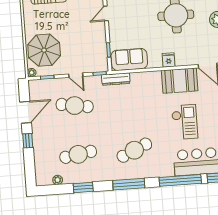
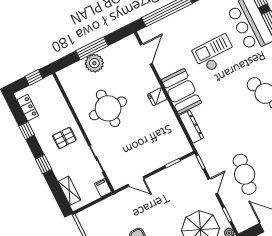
sofa: (129, 59) -> (174, 137), removed
dresser: (116, 79) -> (191, 127), moved
booth: (180, 81) -> (181, 91), moved

